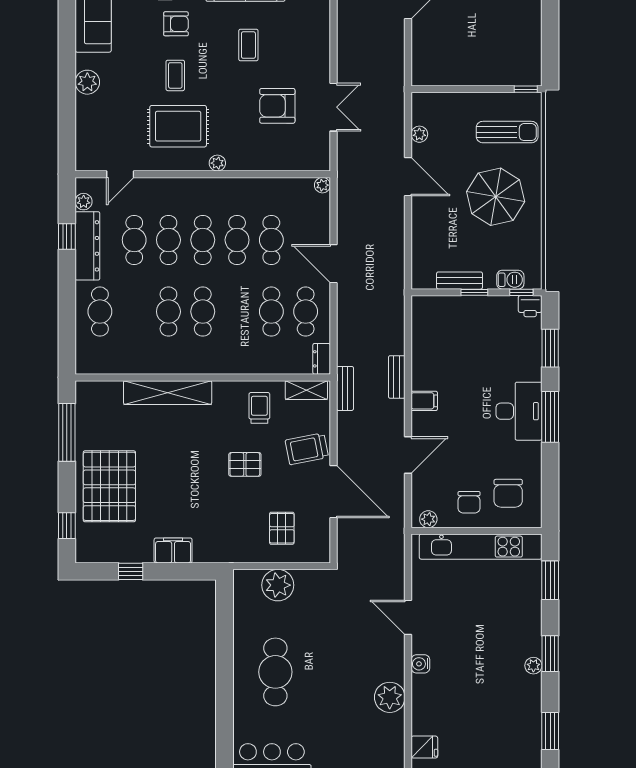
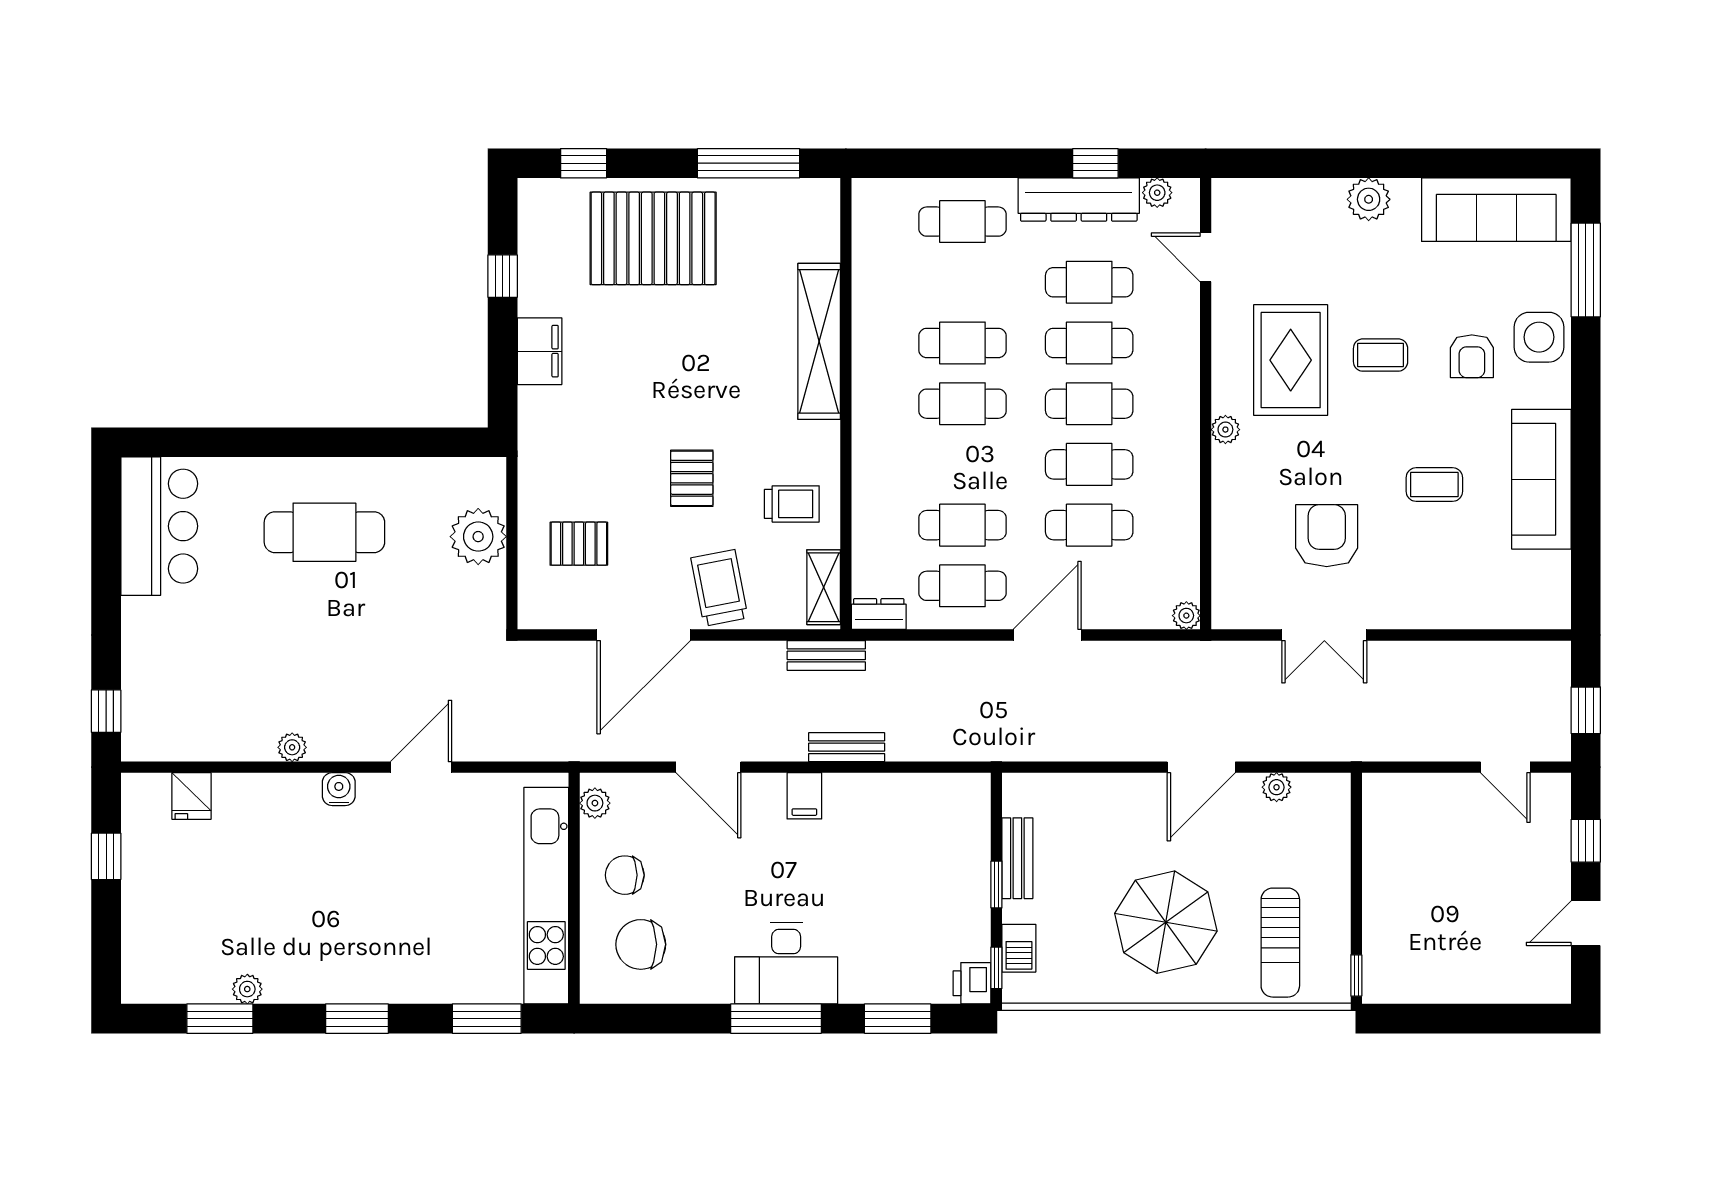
plant: (533, 666) -> (247, 989), moved
plant: (390, 697) -> (292, 747), width x0.53, depth x0.53

